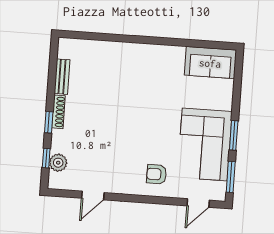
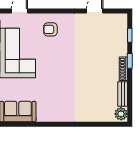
plant: (58, 163) -> (121, 114), moved
armchair: (157, 174) -> (50, 29), turned 180

